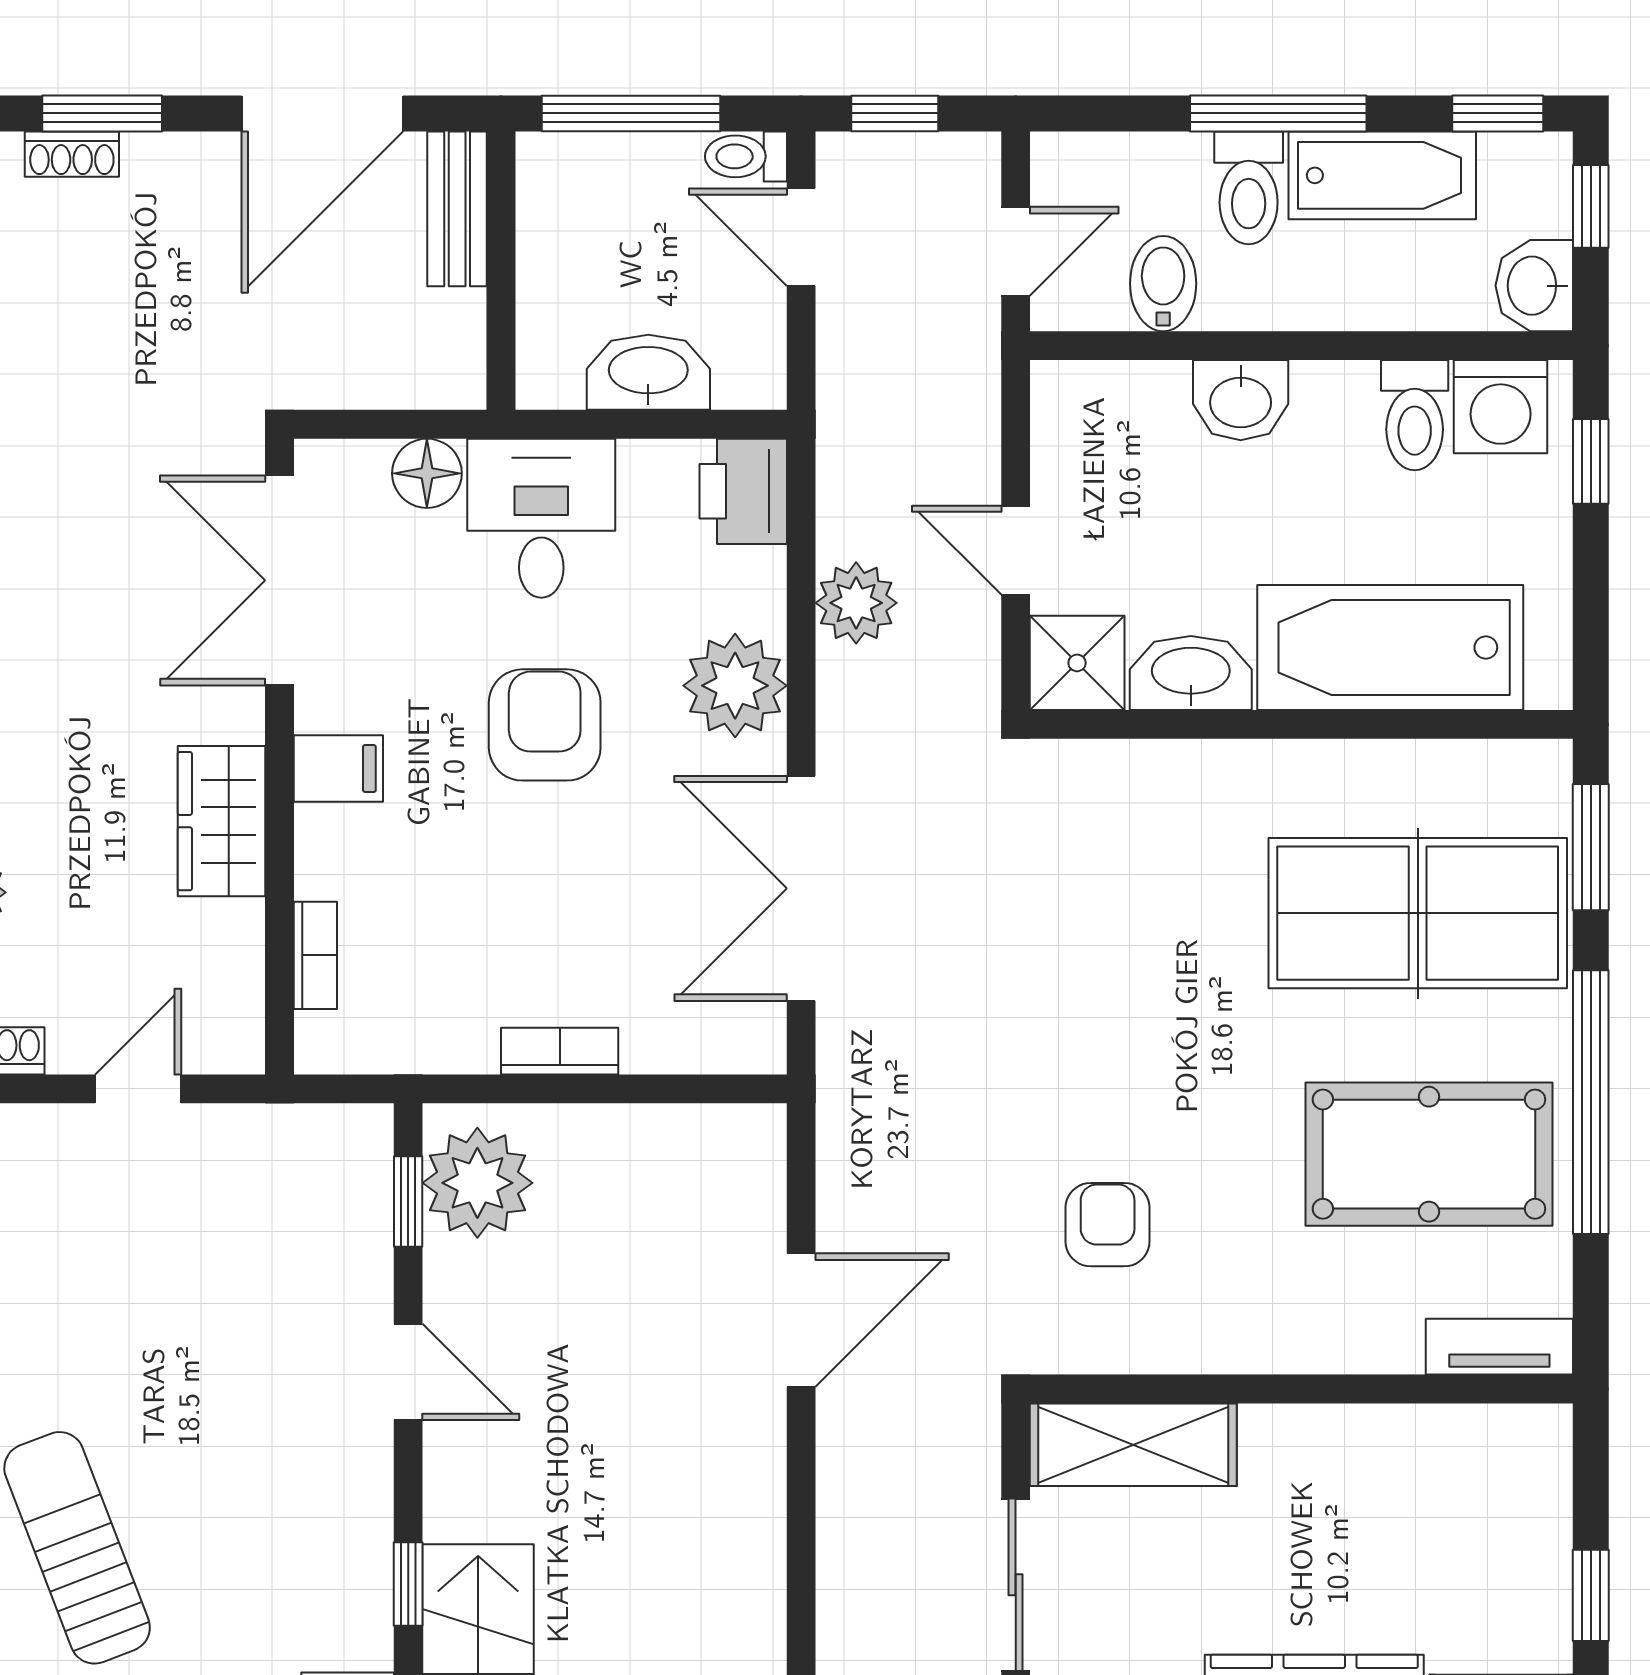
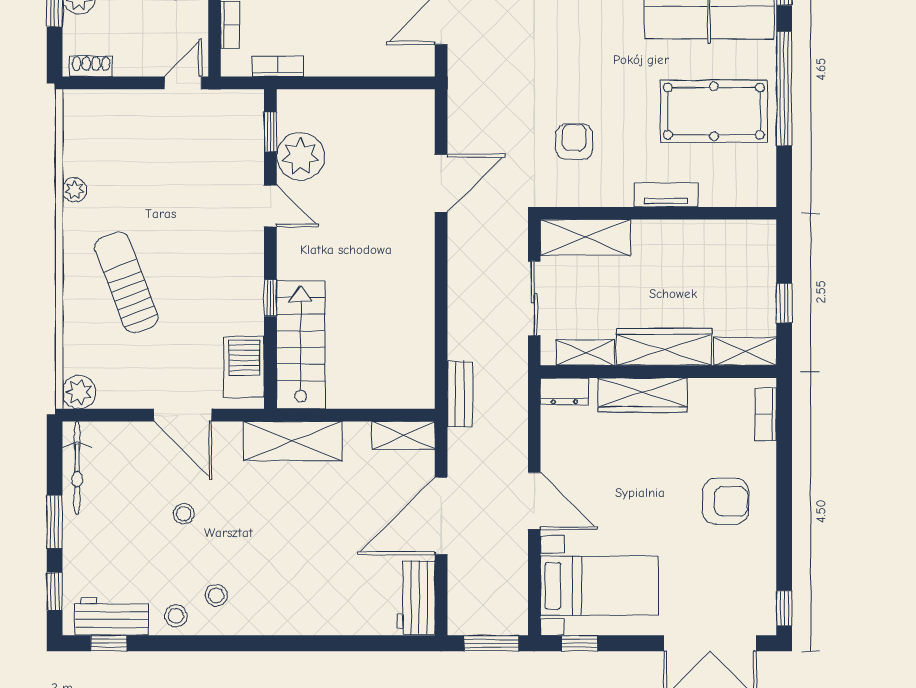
bookcase: (560, 1051) -> (278, 66), moved
door: (138, 1089) -> (183, 83), moved
plant: (477, 1183) -> (300, 156), moved
tv unit: (1499, 1347) -> (666, 195), moved

